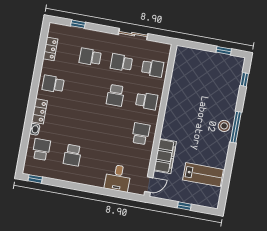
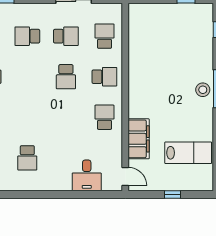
school desk: (121, 63) -> (66, 36), turned 180
school desk: (153, 68) -> (104, 36), turned -90
door: (149, 185) -> (125, 176), hinge flipped

